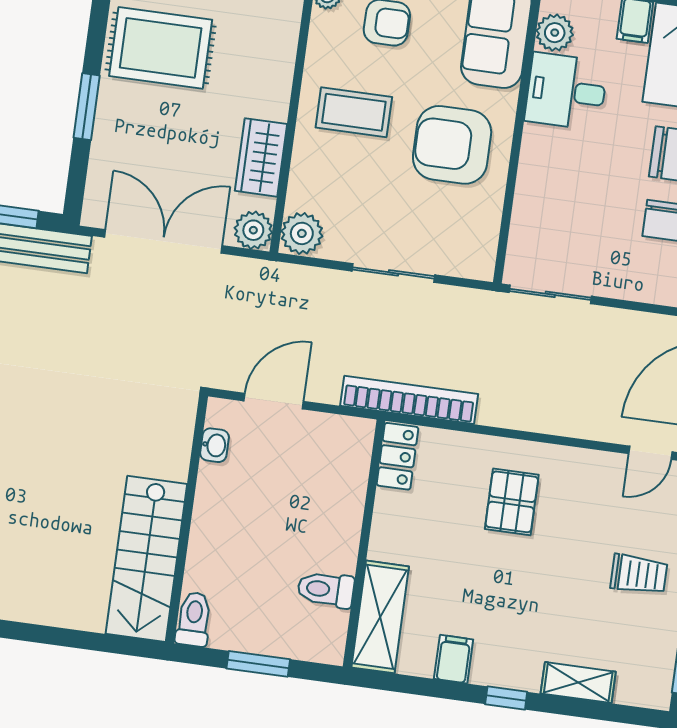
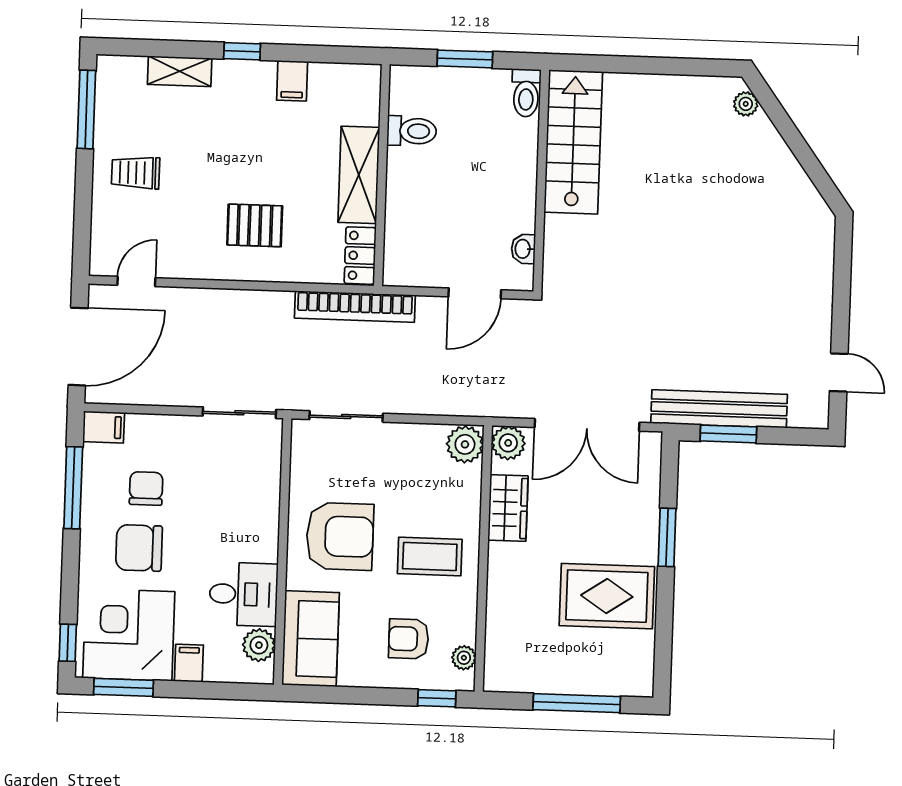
sliding door: (393, 273) -> (346, 416), moved
pallet: (512, 502) -> (255, 225), turned 90
shelving: (380, 617) -> (359, 175), moved

